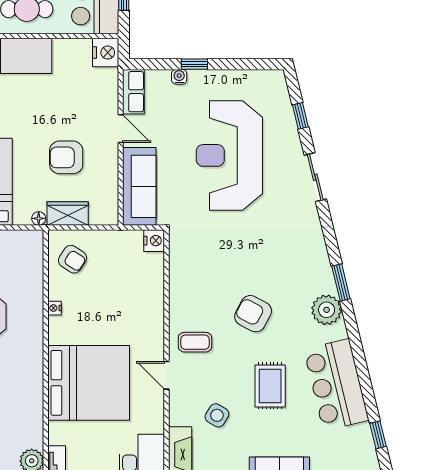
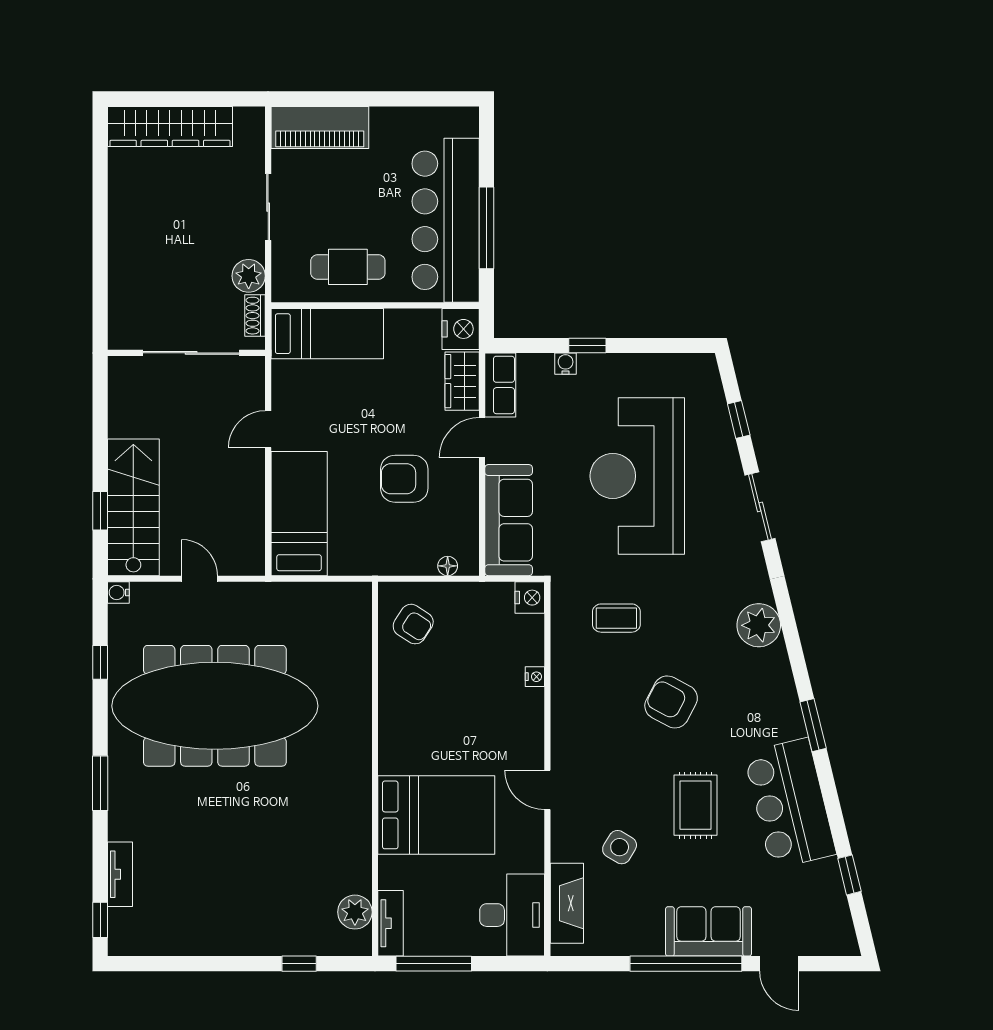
door: (121, 129) -> (482, 438), swing flipped
wardrobe: (68, 213) -> (462, 381), moved, turned -90
floor lamp: (39, 218) -> (448, 566), moved
window: (341, 283) -> (813, 725), moved
nightstand: (54, 308) -> (535, 677), moved, turned 180
plant: (327, 310) -> (759, 625), moved
coffee table: (195, 342) -> (616, 618), moved
bed: (89, 383) -> (436, 815), width x0.73

